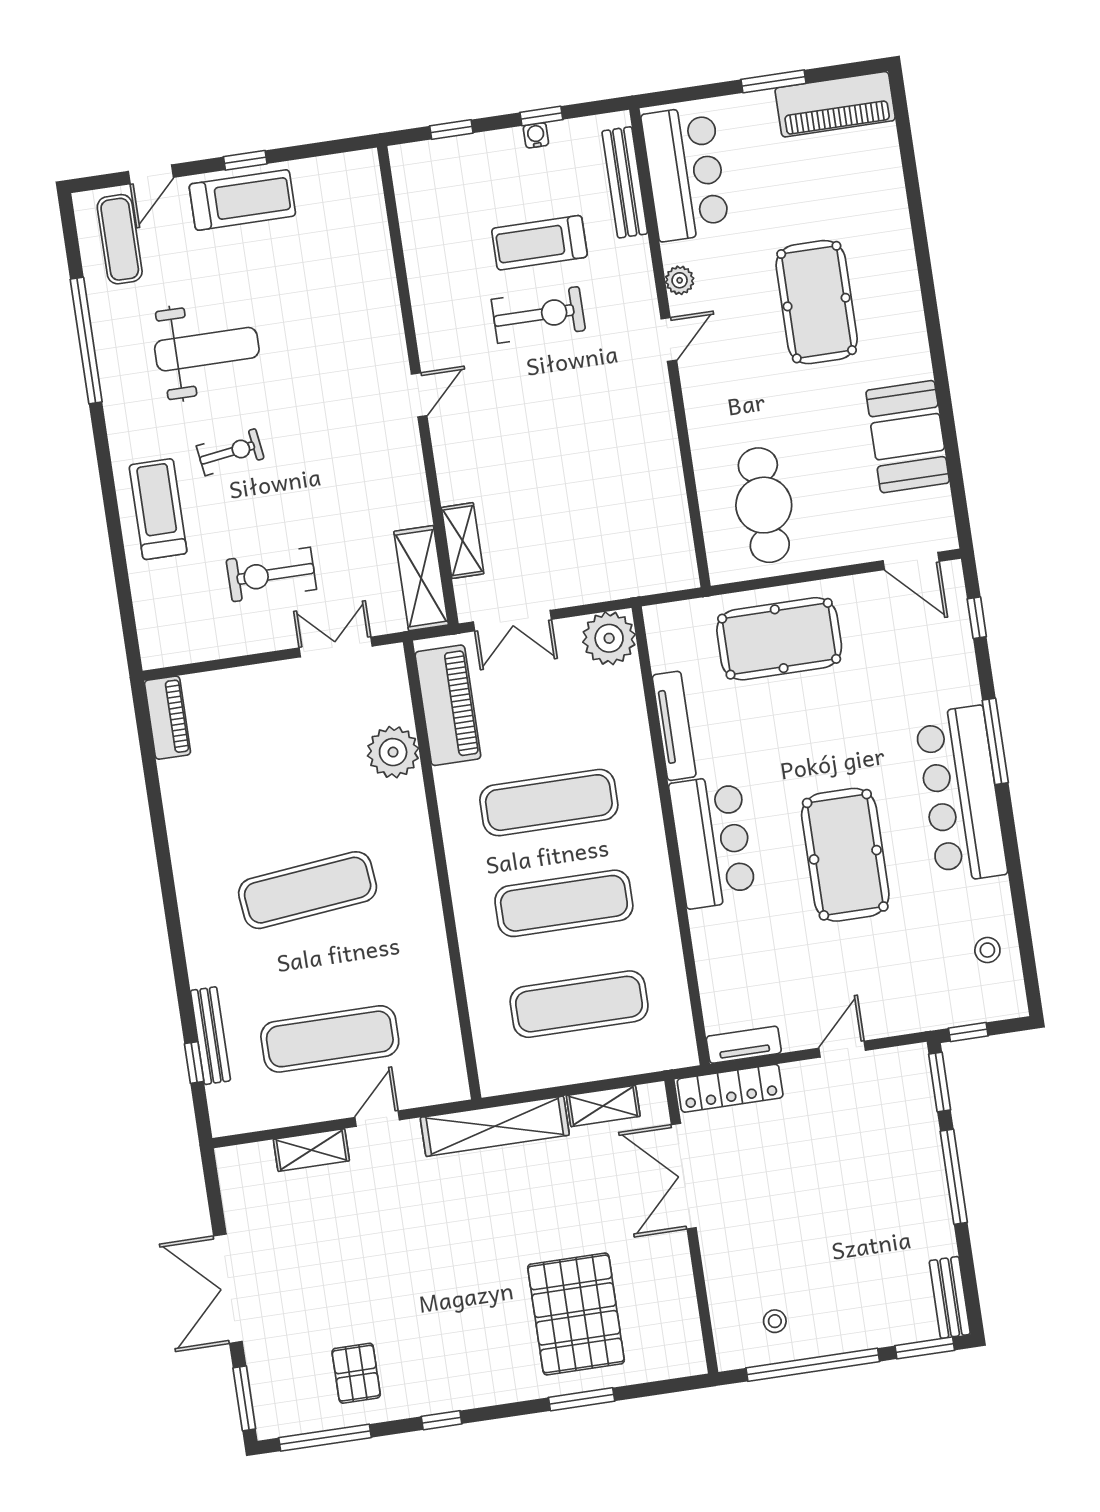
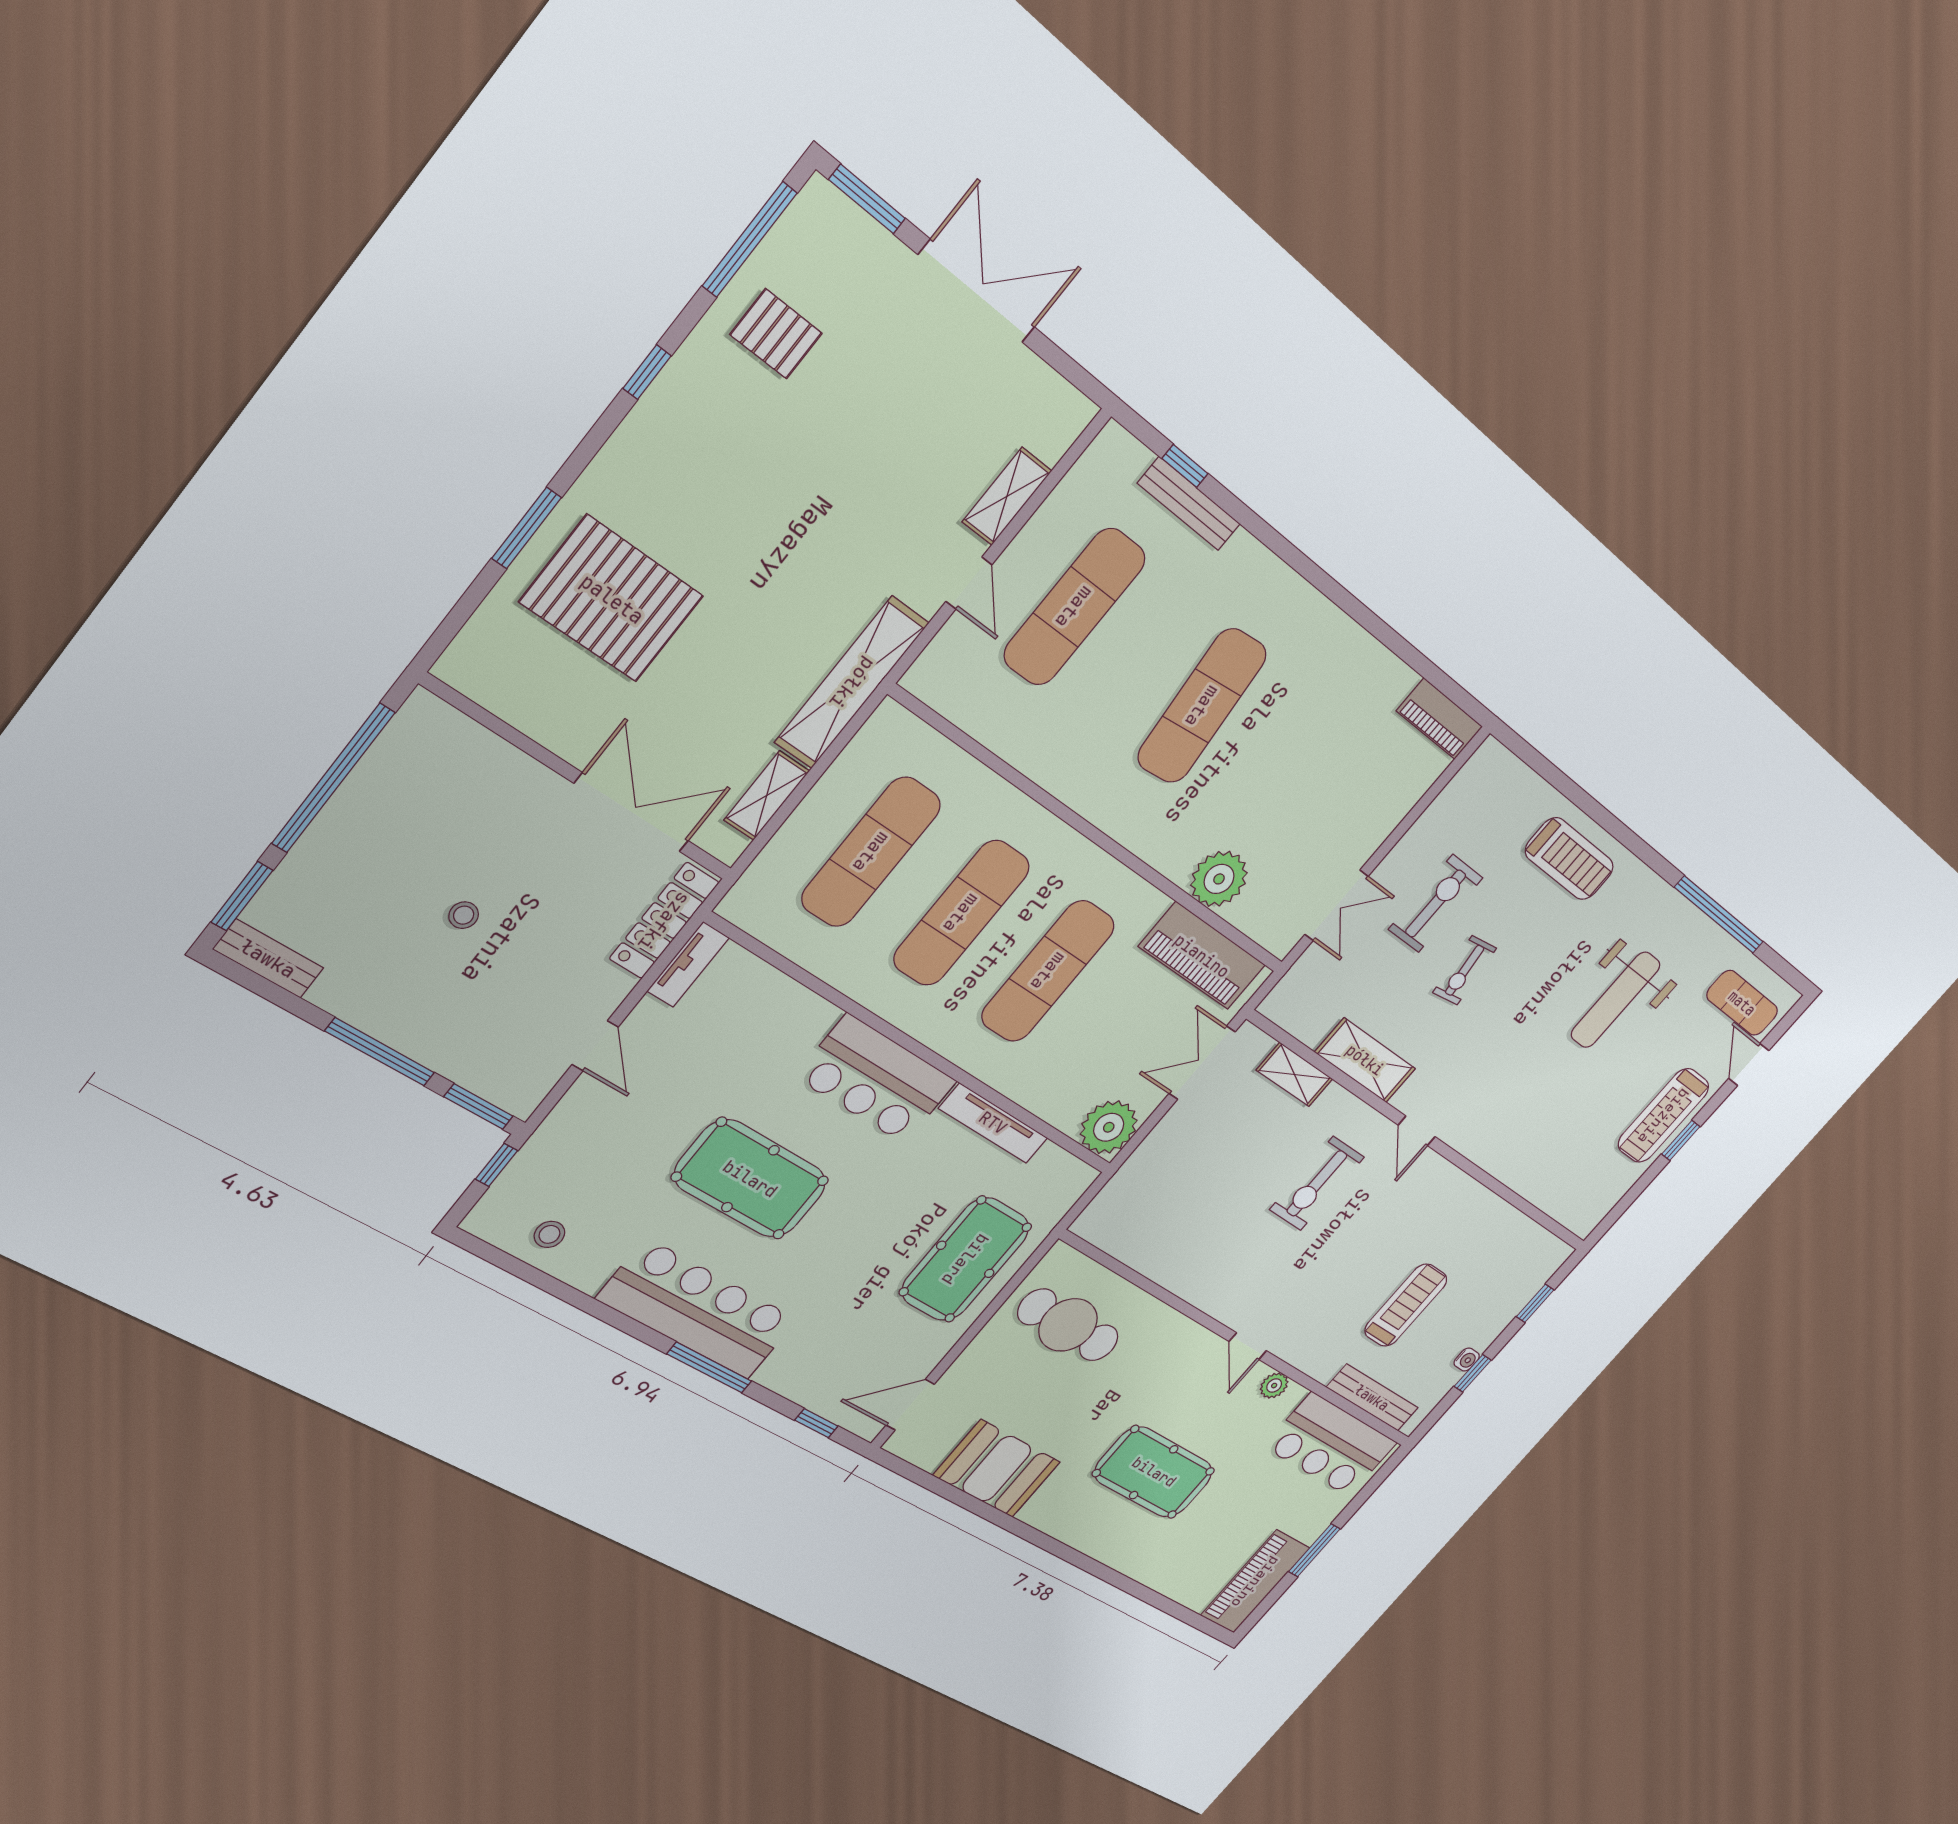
exercise bike: (538, 315) -> (1317, 1183), moved
exercise bike: (230, 452) -> (1465, 970), moved
shelving: (421, 578) -> (1365, 1060), moved
stool: (775, 1321) -> (464, 915), moved

